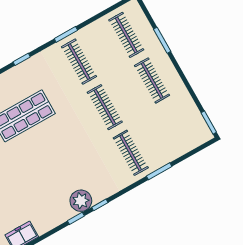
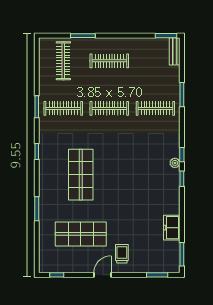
clothes rail: (126, 35) -> (63, 61), turned 90
bench: (198, 140) -> (175, 51), added
plant: (81, 201) -> (175, 163), width x0.53, depth x0.53

